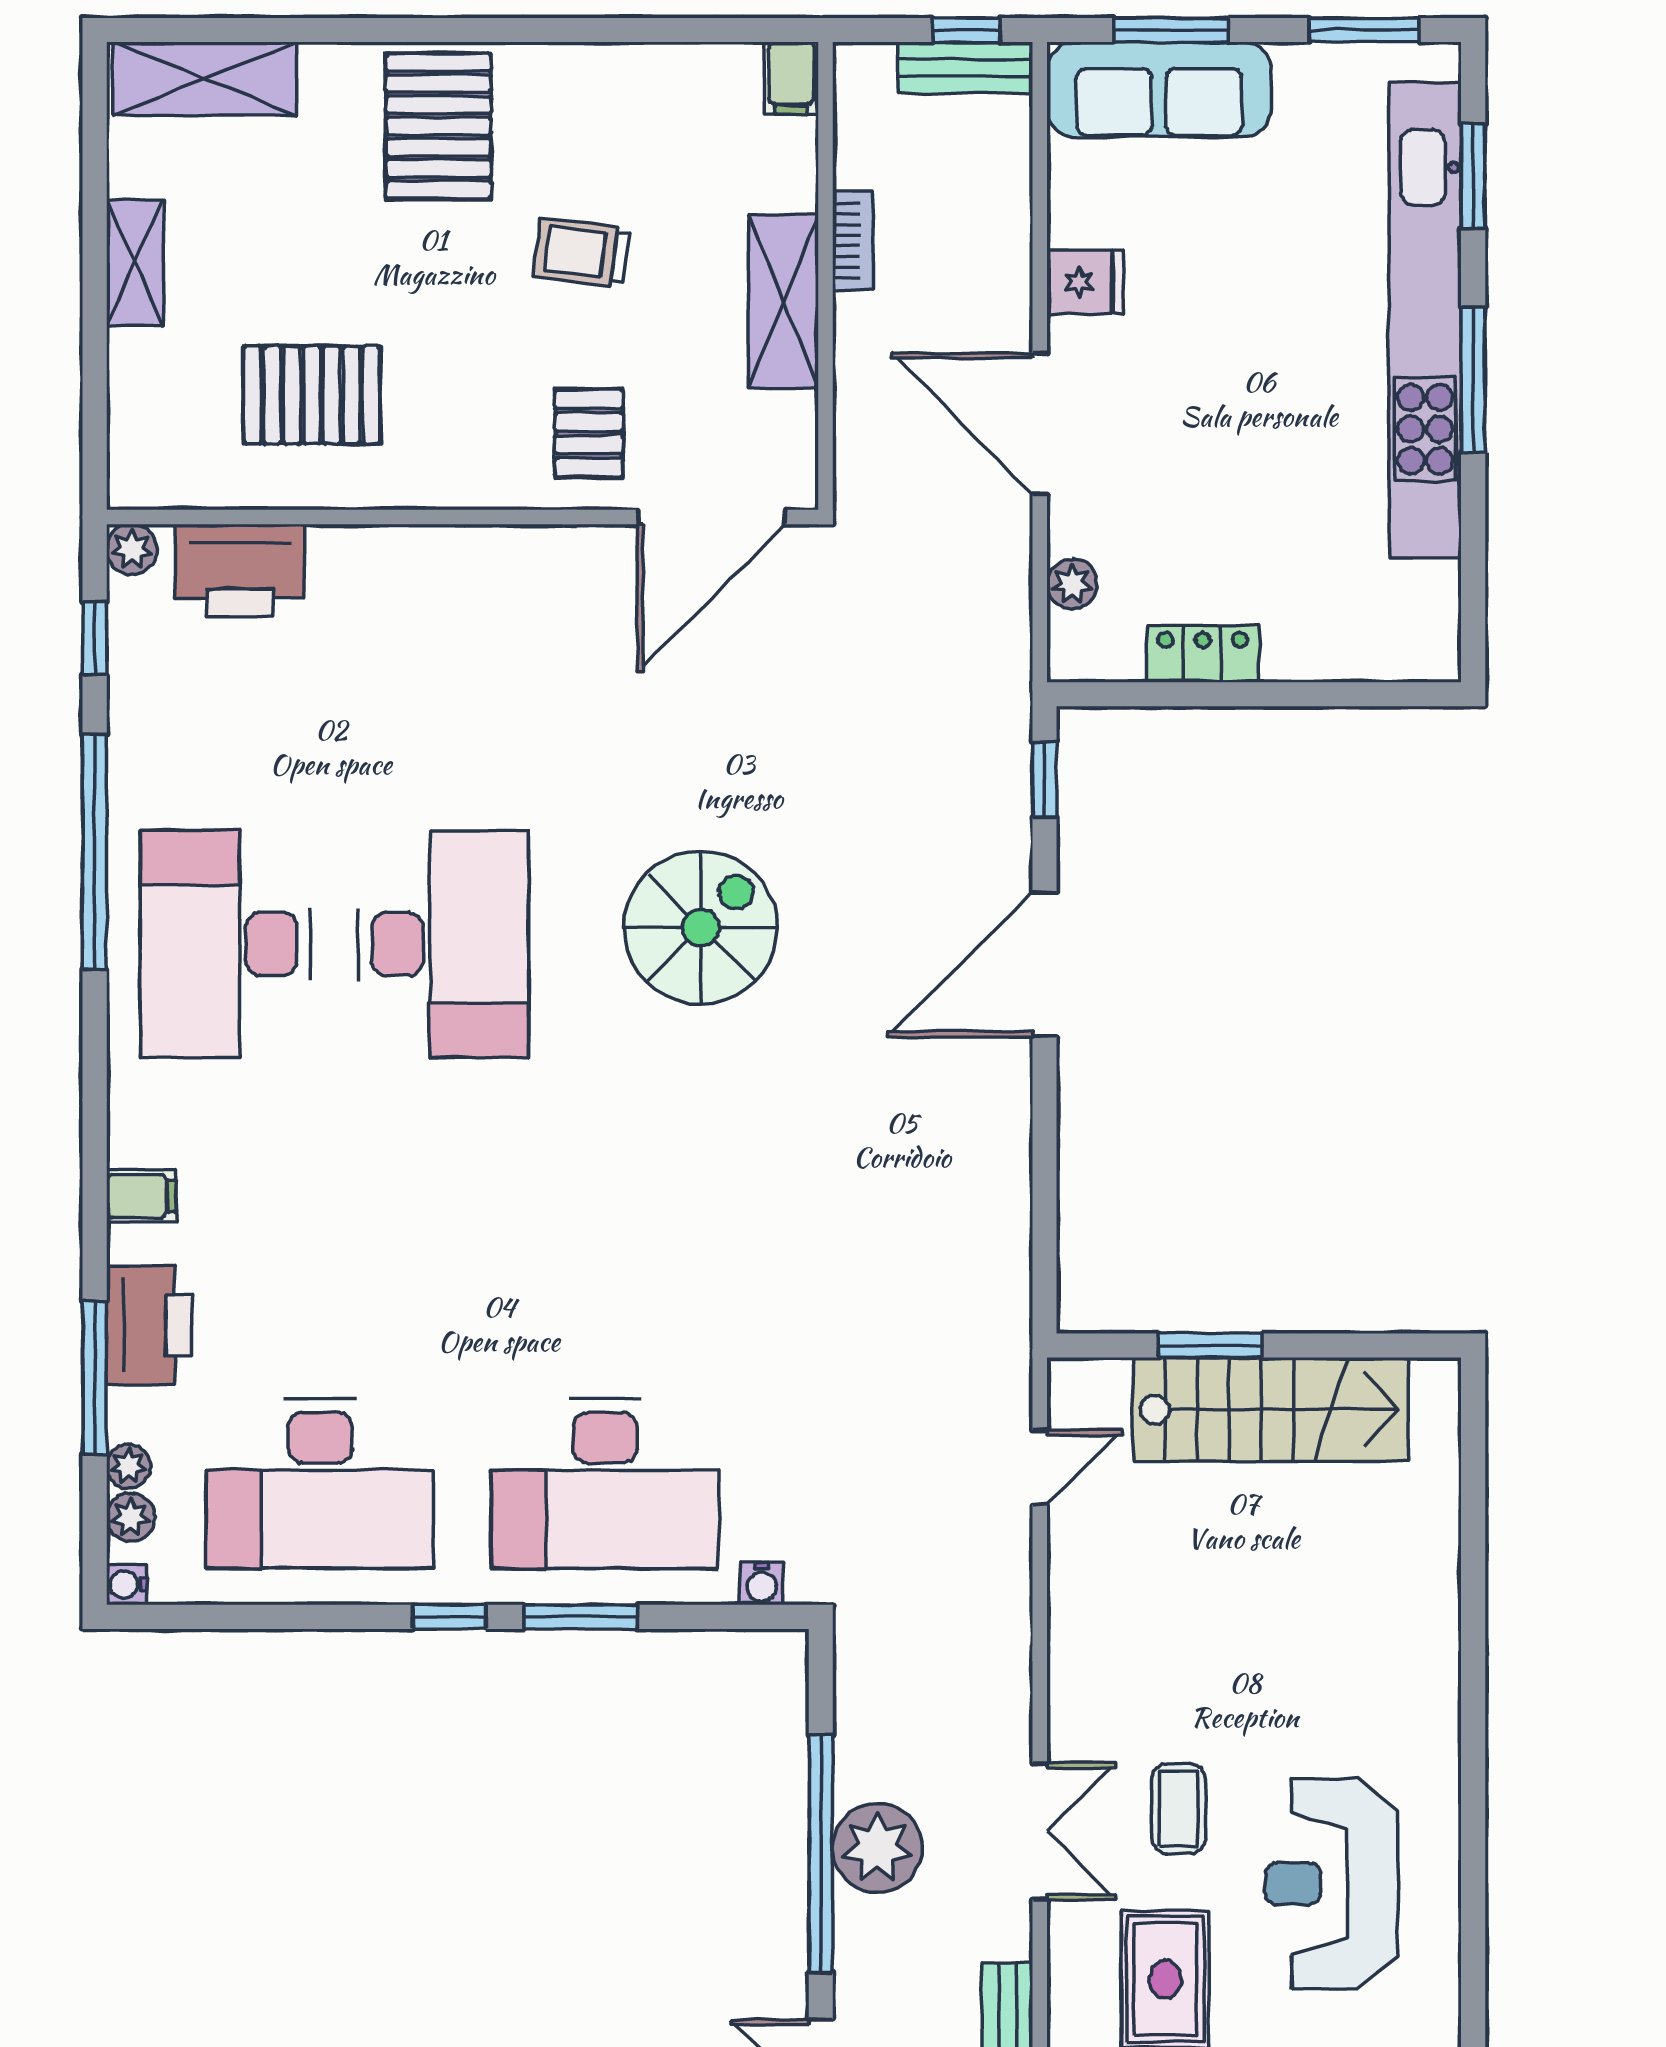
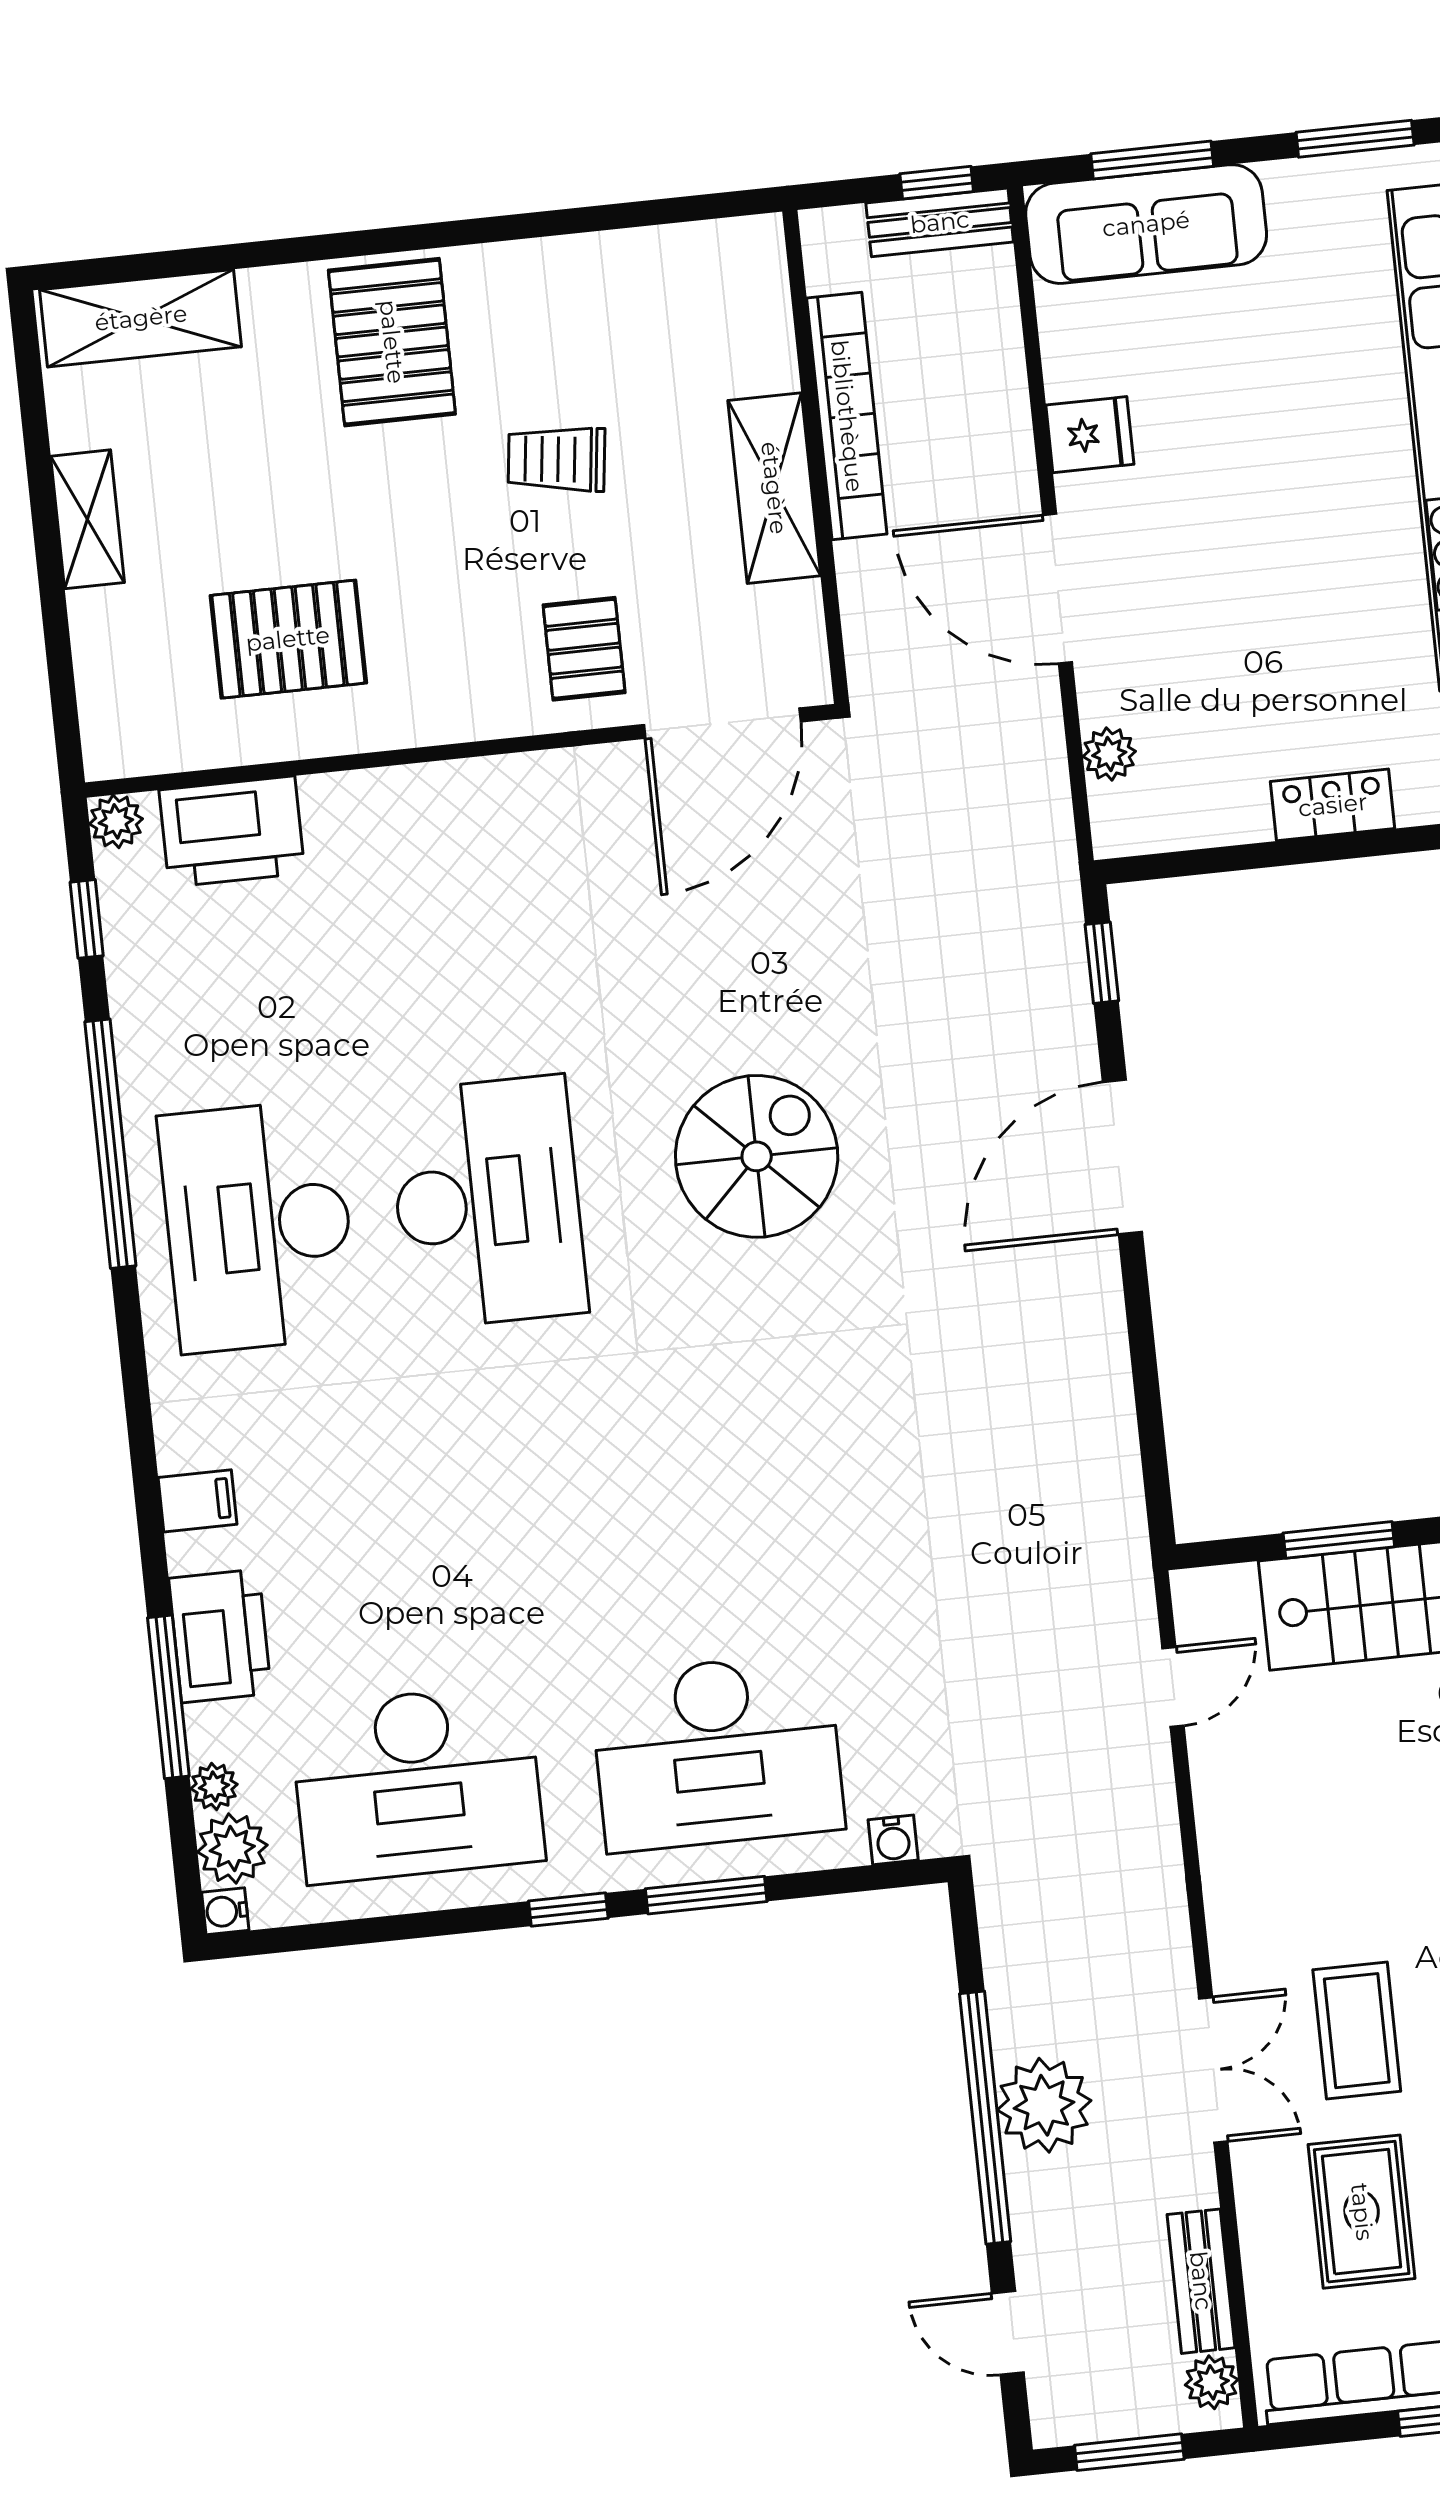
filing cabinet: (791, 78) -> (758, 253), removed
bookcase: (853, 240) -> (847, 416), width x2.31, depth x1.31
locker: (1203, 654) -> (1333, 805), moved
plant: (131, 1517) -> (232, 1849), width x1.38, depth x1.38
coffee table: (1179, 1809) -> (1357, 2031), width x1.36, depth x1.30

